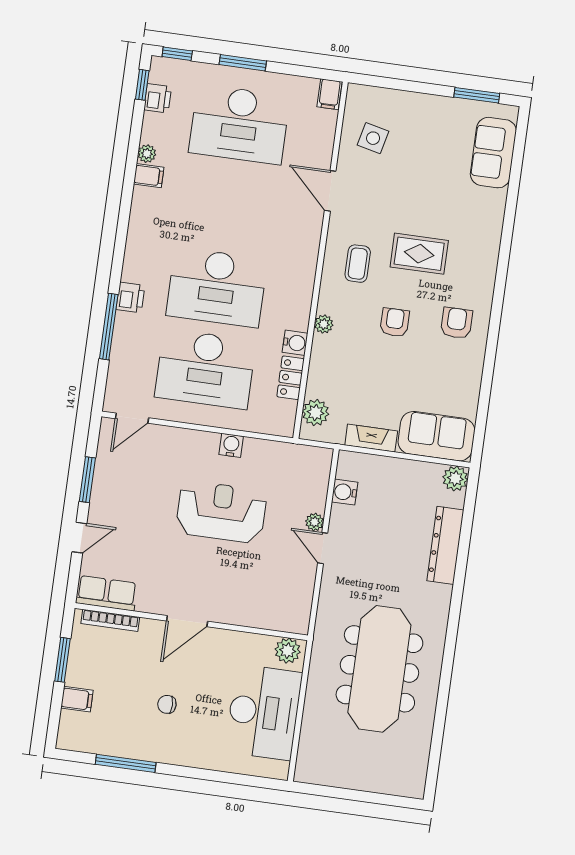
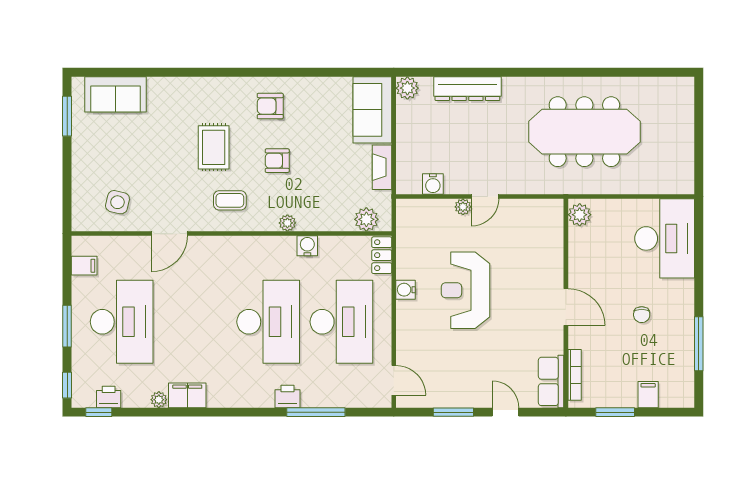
filing cabinet: (330, 94) -> (84, 266), moved
filing cabinet: (149, 176) -> (187, 395), width x2.00
locker: (291, 378) -> (382, 255), moved, turned 90
desk: (264, 712) -> (665, 238), moved, turned 90

